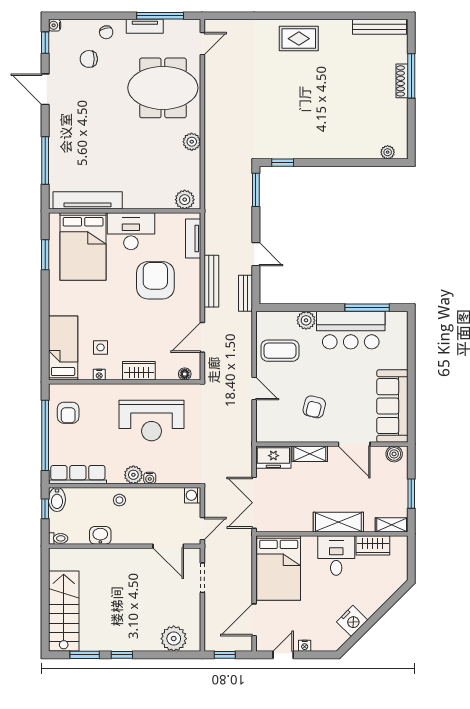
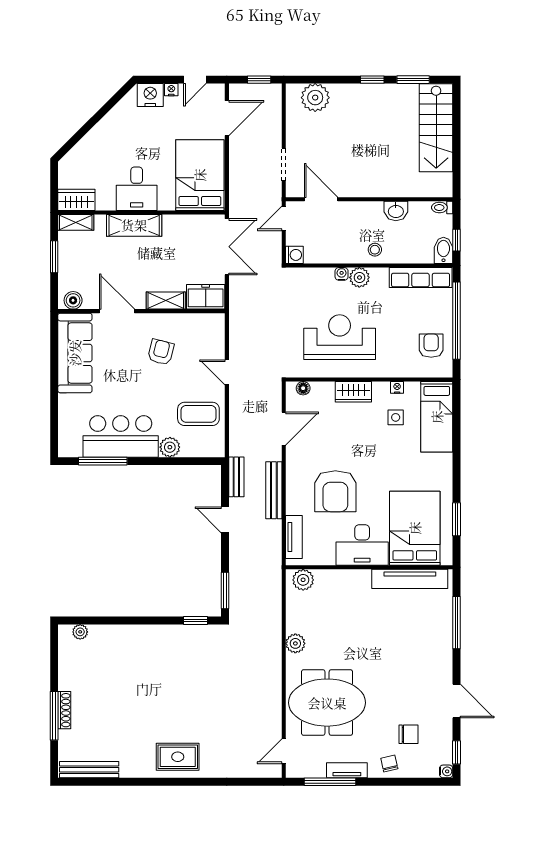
wardrobe: (373, 545) -> (76, 200), moved
nightstand: (352, 621) -> (150, 95), moved, turned 45

